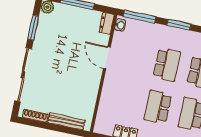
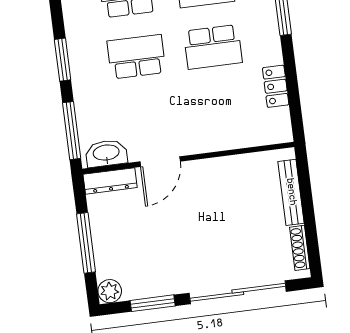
dresser: (107, 23) -> (110, 181), width x1.44
washbasin: (120, 25) -> (106, 153), width x1.91, depth x1.45

